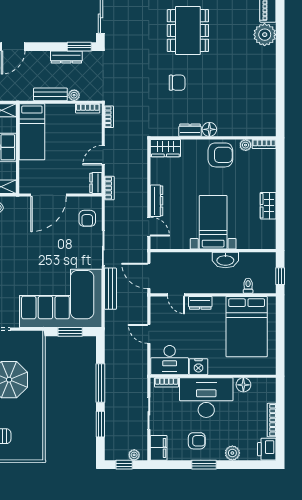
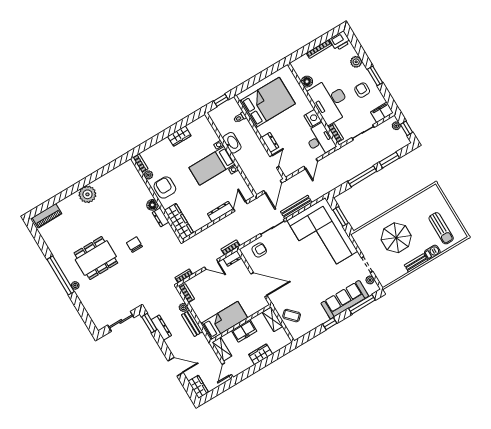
plant: (265, 35) -> (87, 194), moved
wardrobe: (165, 148) -> (179, 221), width x1.50

